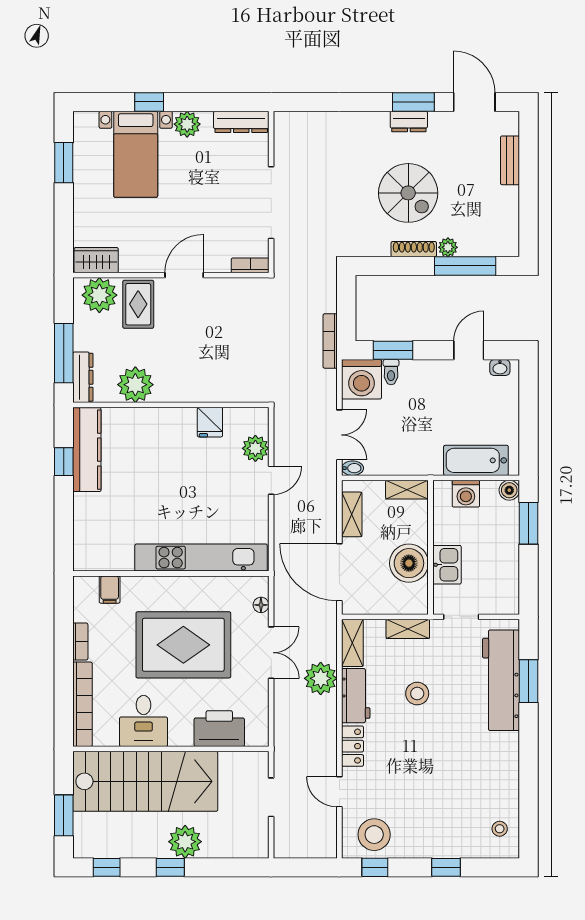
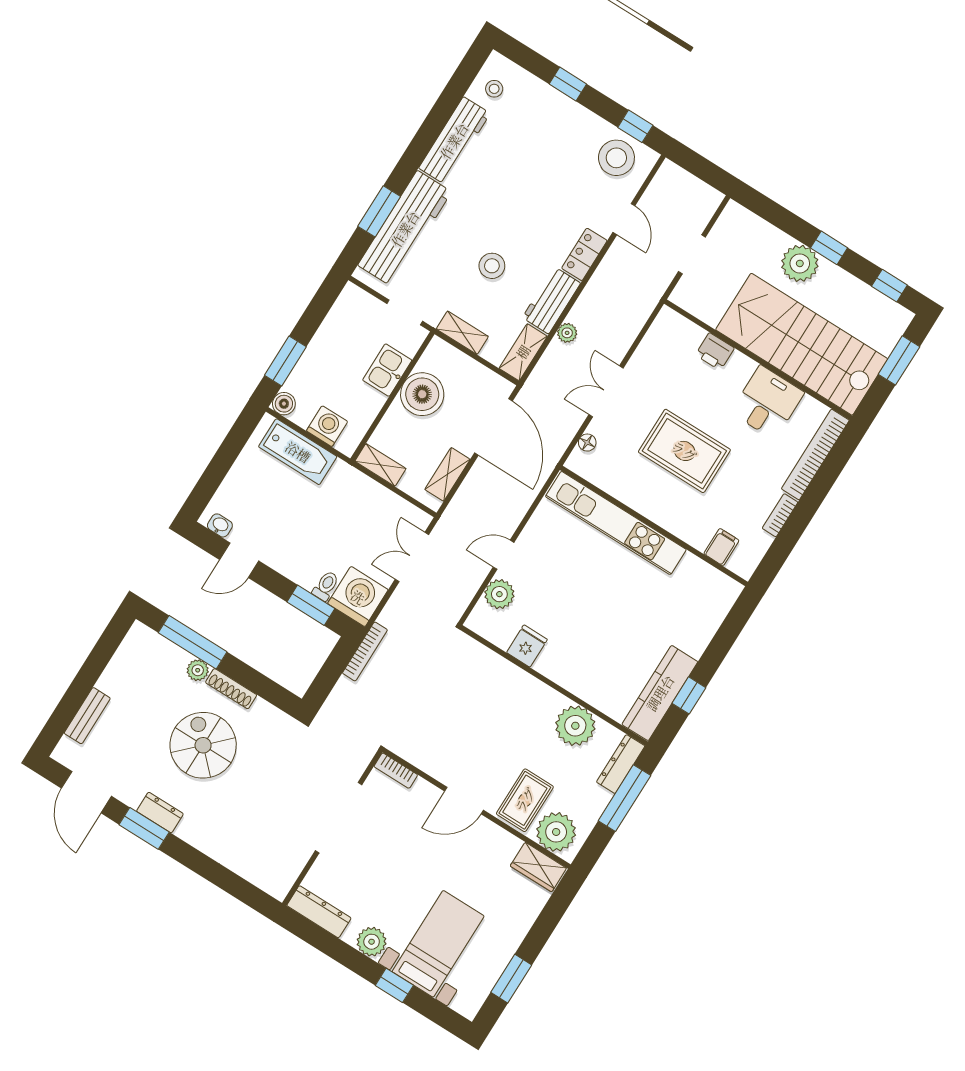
bidet: (353, 468) -> (419, 518), removed
rug: (183, 645) -> (684, 451), width x0.73, depth x0.69
plant: (321, 678) -> (567, 333), width x0.53, depth x0.53
printer: (219, 729) -> (715, 352), width x0.53, depth x0.68
workbench: (505, 770) -> (454, 141), added

